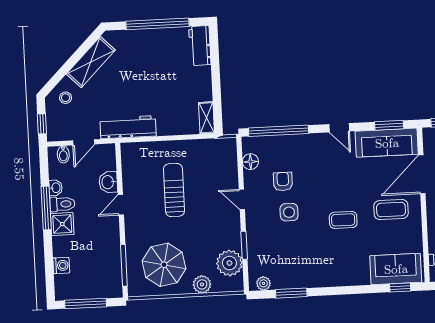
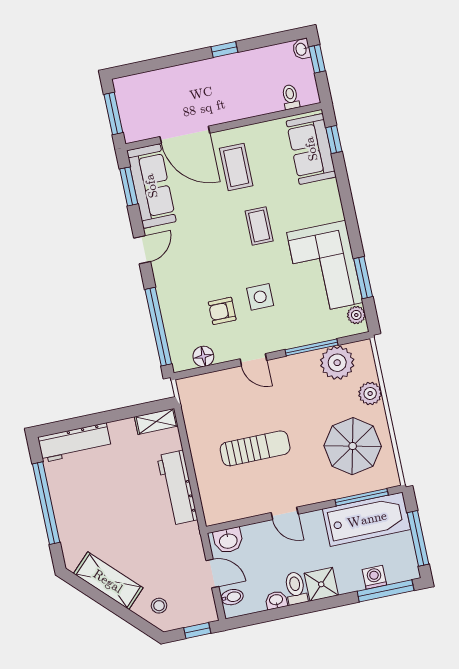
workbench: (200, 46) -> (75, 443), width x1.38
workbench: (128, 127) -> (177, 488), moved
washbasin: (108, 182) -> (228, 540), moved
sun lounger: (174, 190) -> (255, 448), turned 180
door: (242, 199) -> (253, 360), hinge flipped
window: (46, 208) -> (386, 591), moved
window: (244, 245) -> (311, 347), width x1.44
corner sofa: (304, 265) -> (325, 268), added
bathtub: (106, 267) -> (367, 519), added

